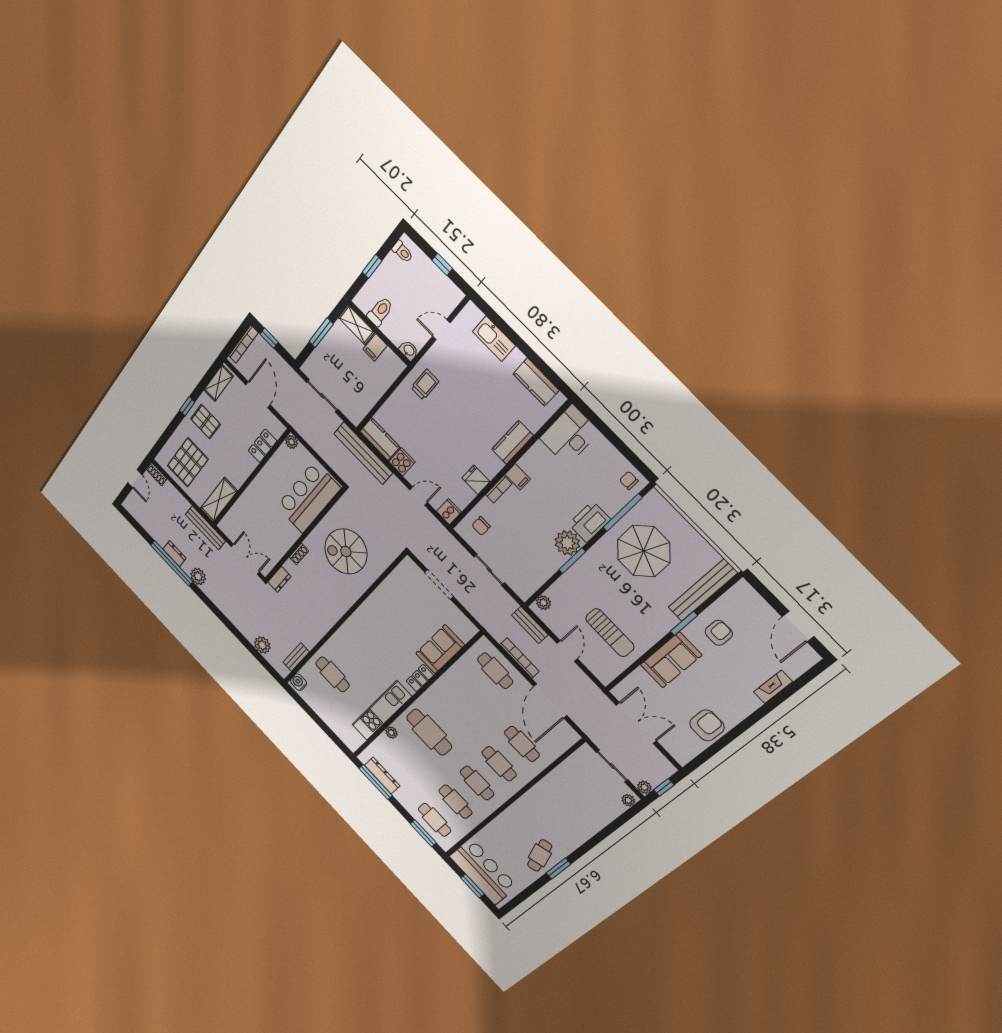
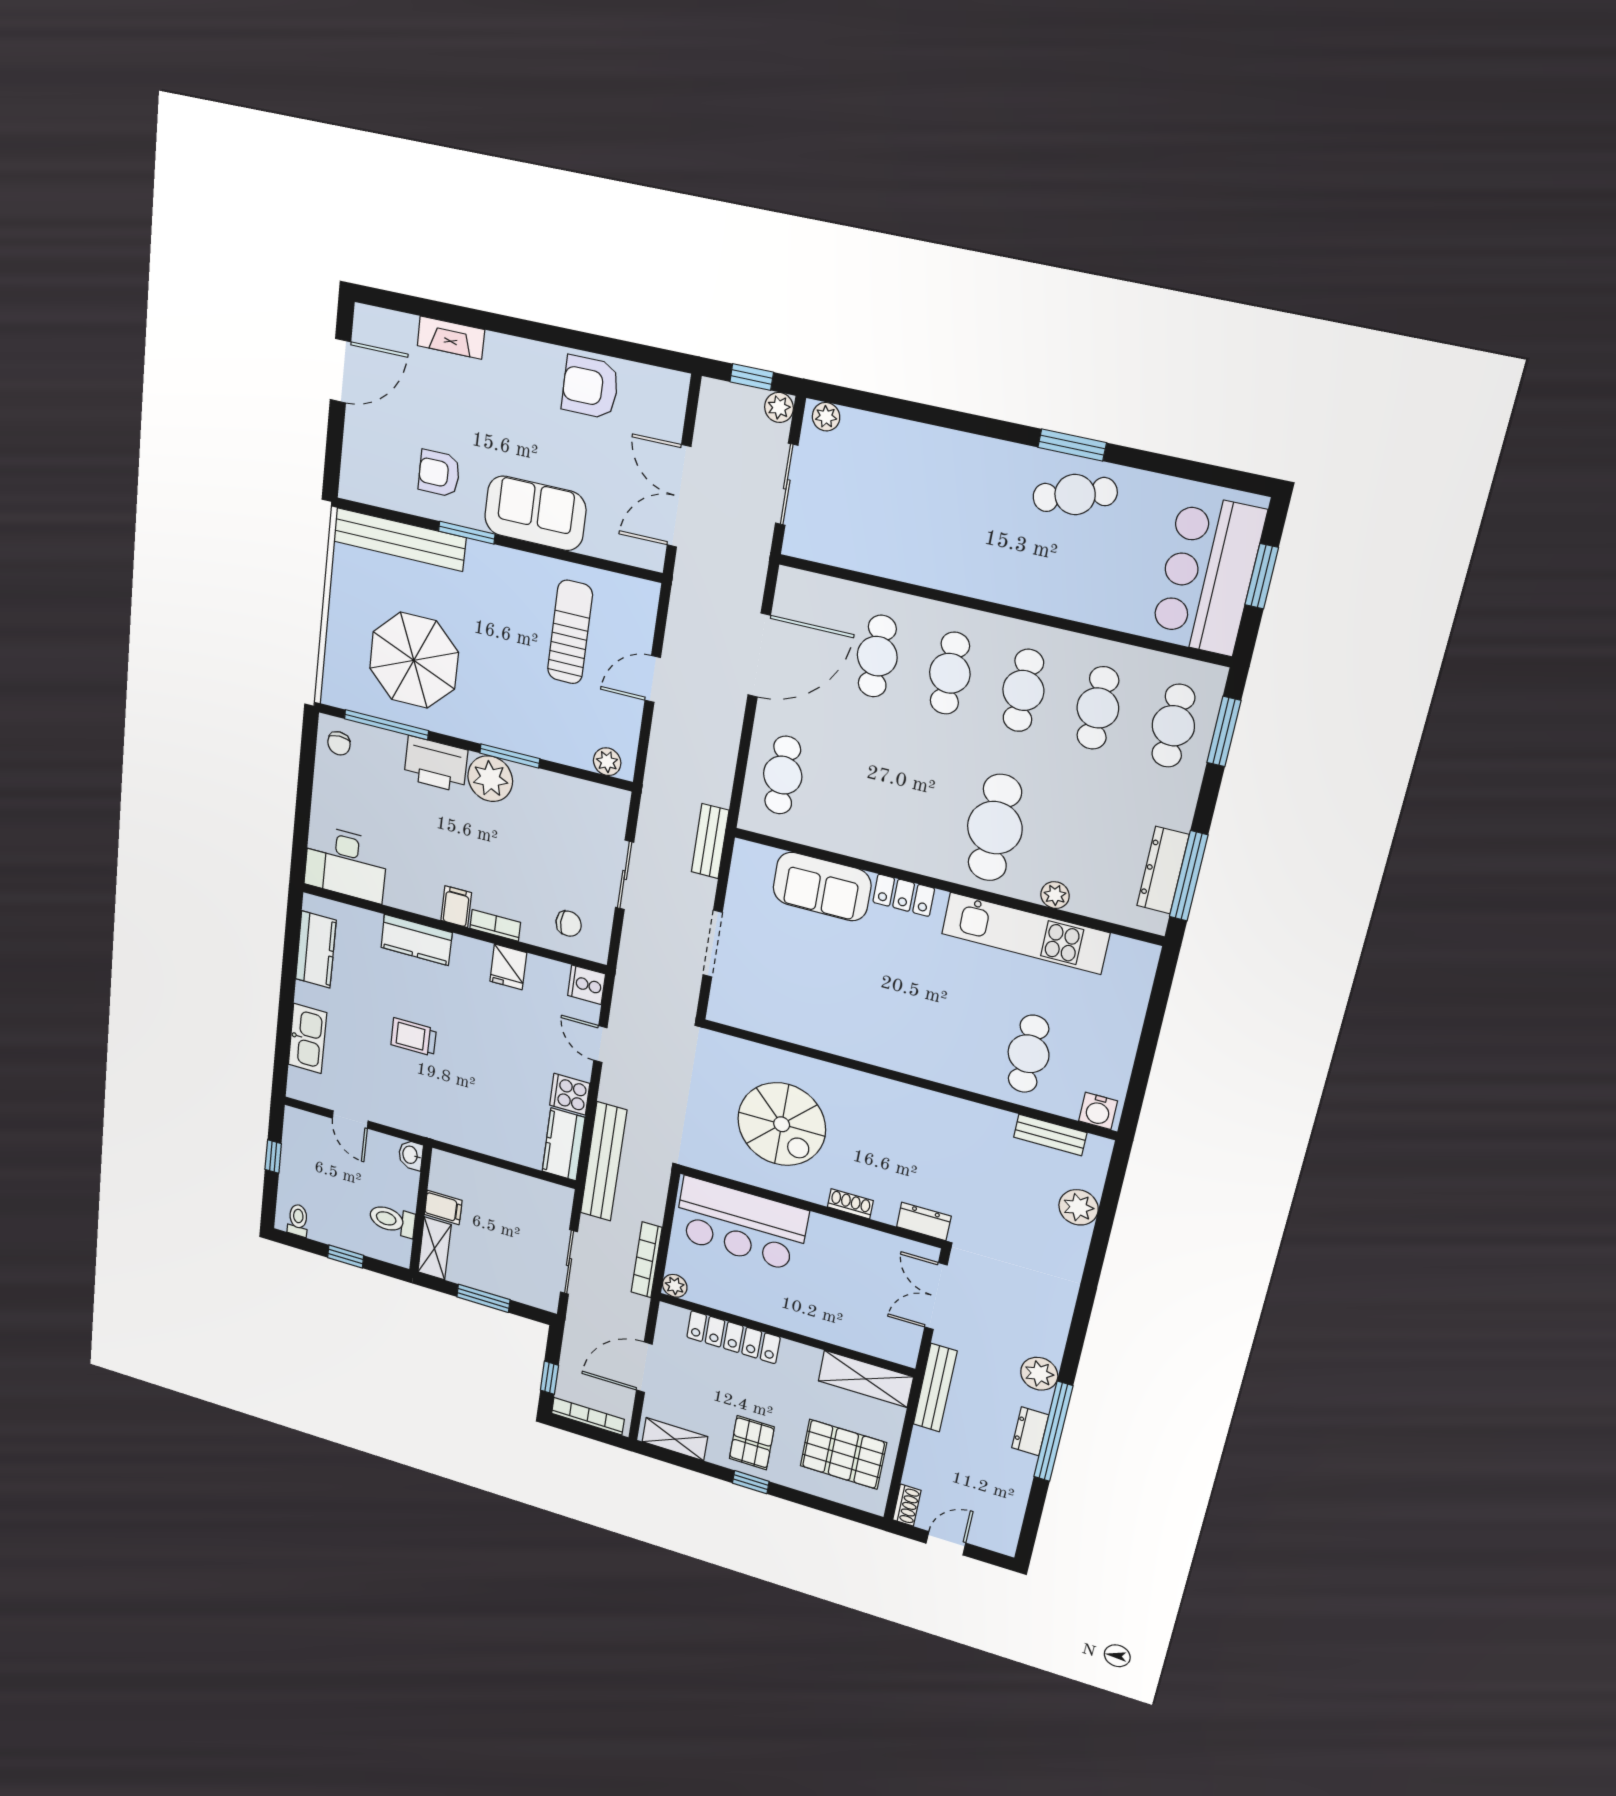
trolley: (425, 385) -> (414, 1037), moved
locker: (263, 446) -> (733, 1337), width x1.53
bench: (530, 625) -> (710, 841), moved
bookcase: (519, 658) -> (647, 1260), moved

